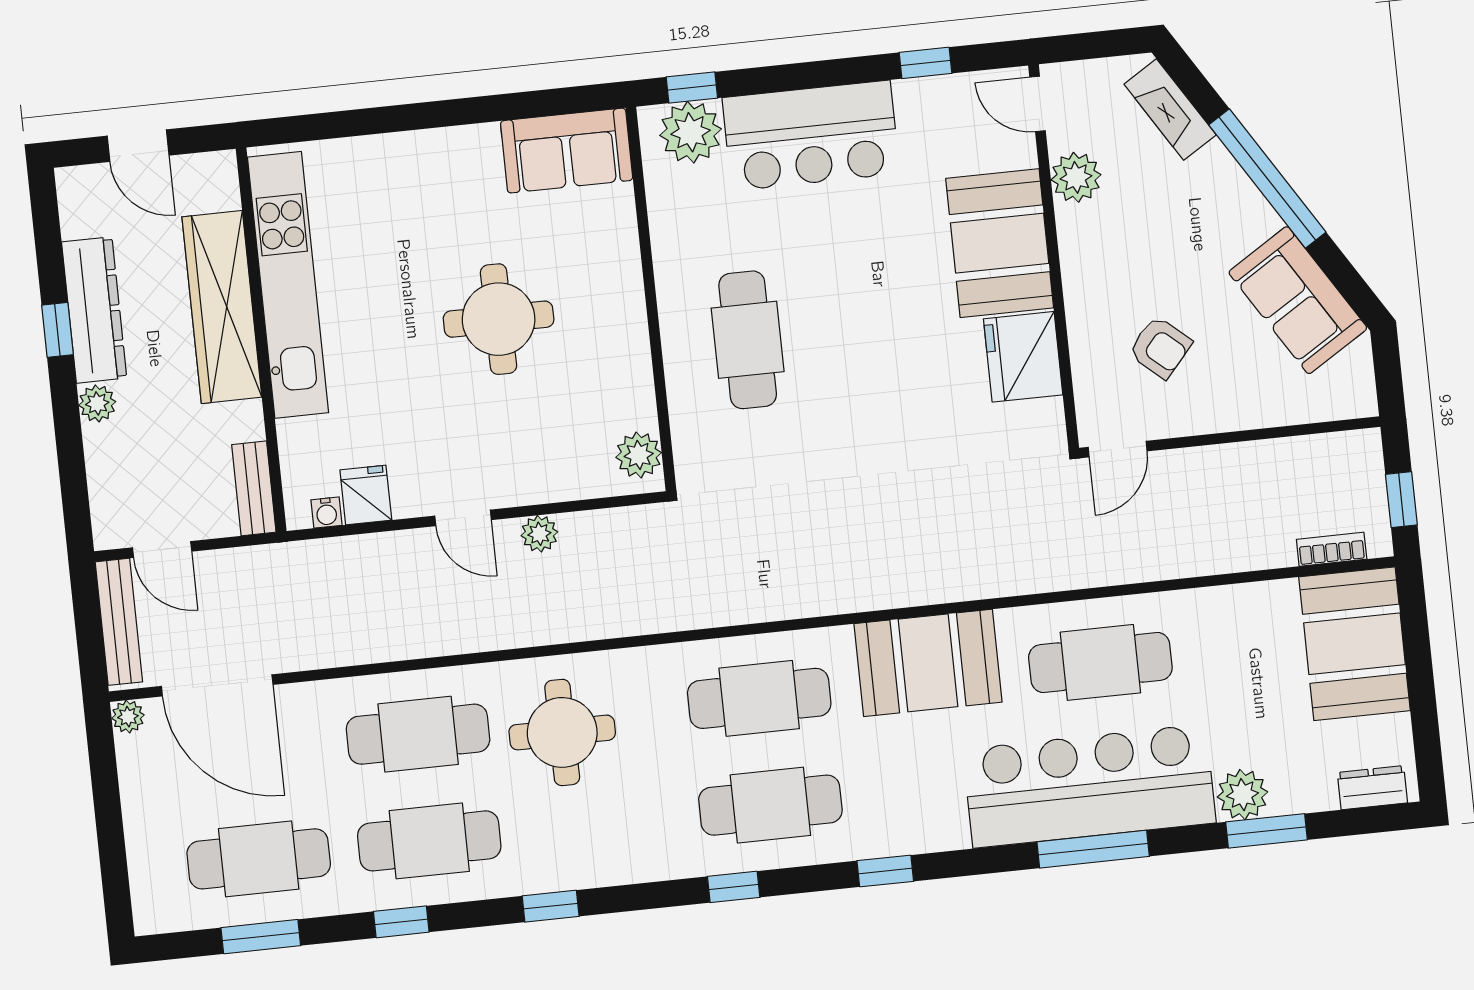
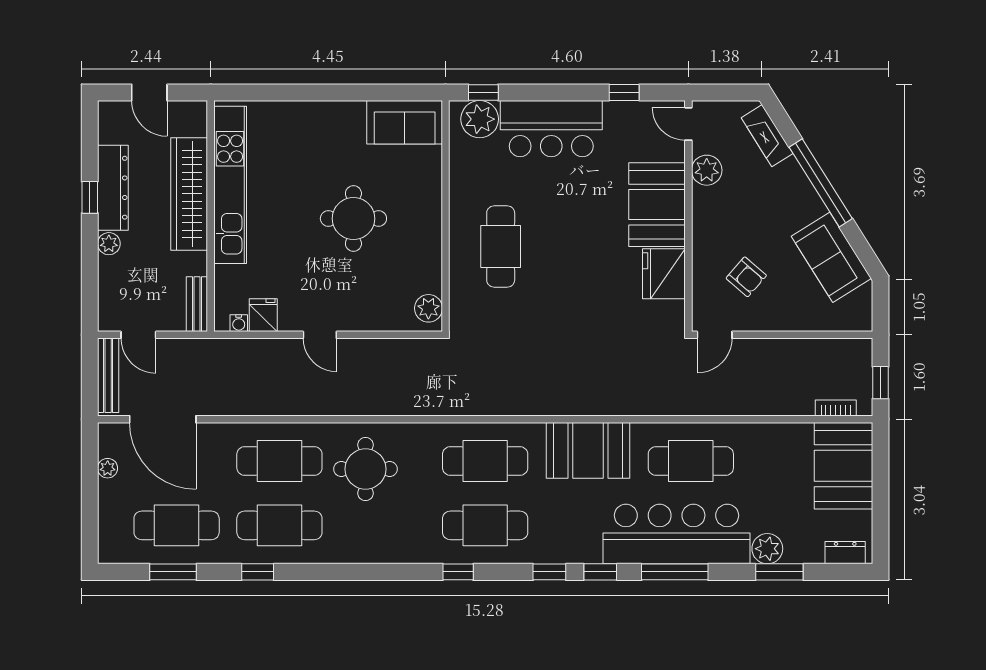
plant: (539, 534) -> (364, 349), removed
plant: (128, 717) -> (108, 468), moved
window: (551, 906) -> (600, 572), moved

